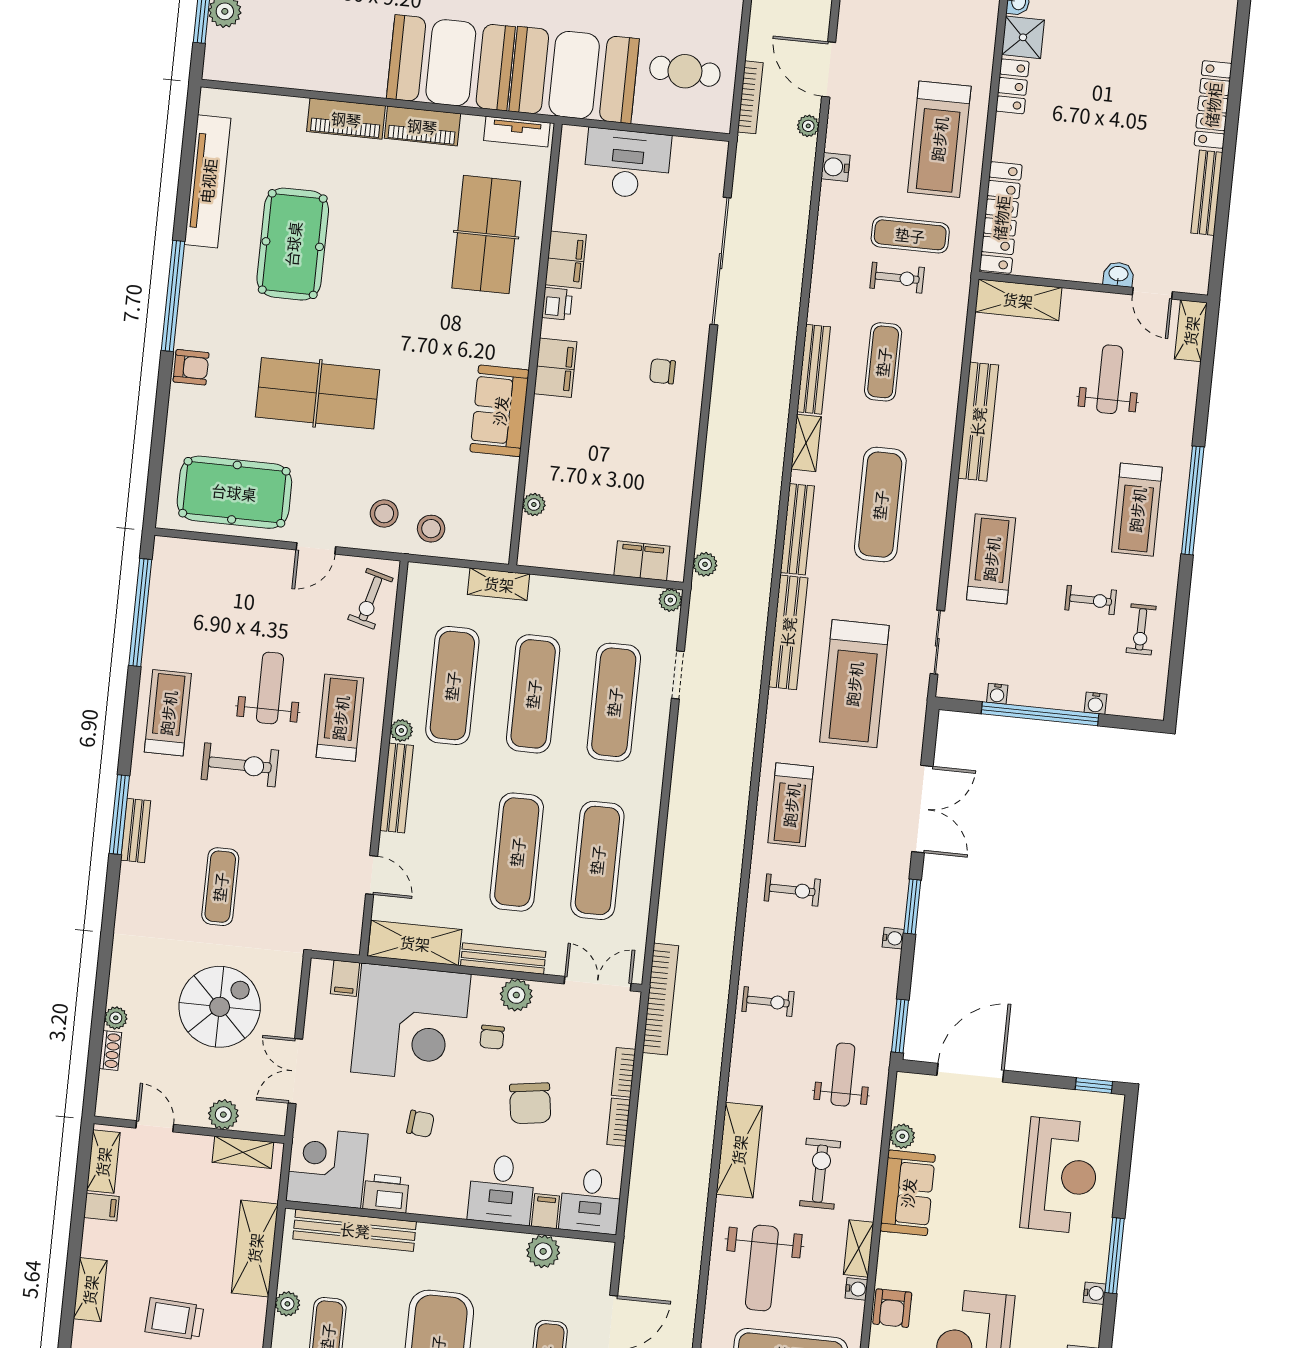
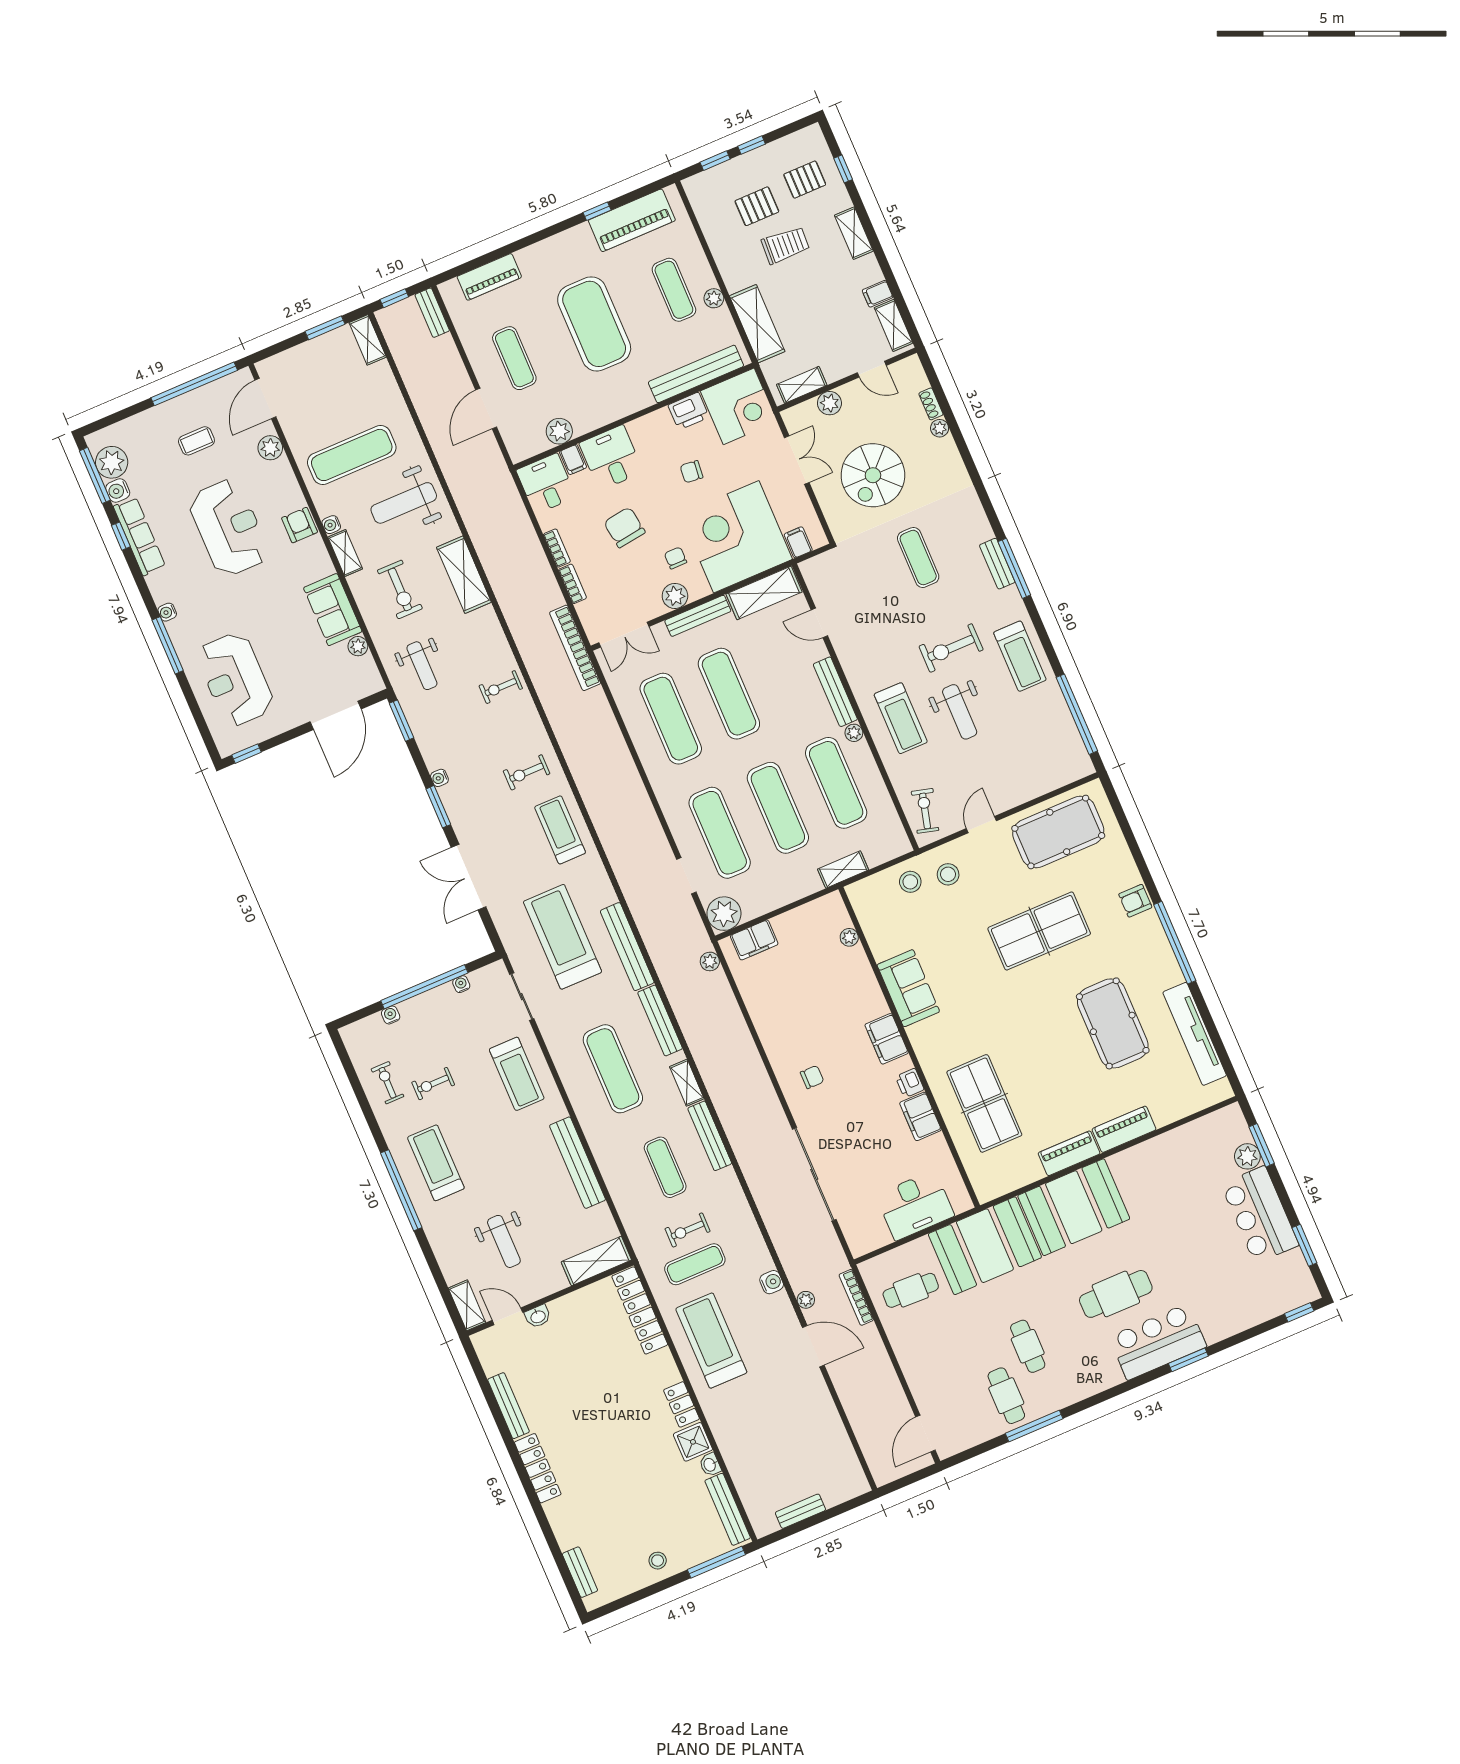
tv unit: (517, 132) -> (1003, 1185), removed
plant: (670, 600) -> (724, 914), width x1.88, depth x1.88
weight bench: (762, 1268) -> (404, 503), turned -90

